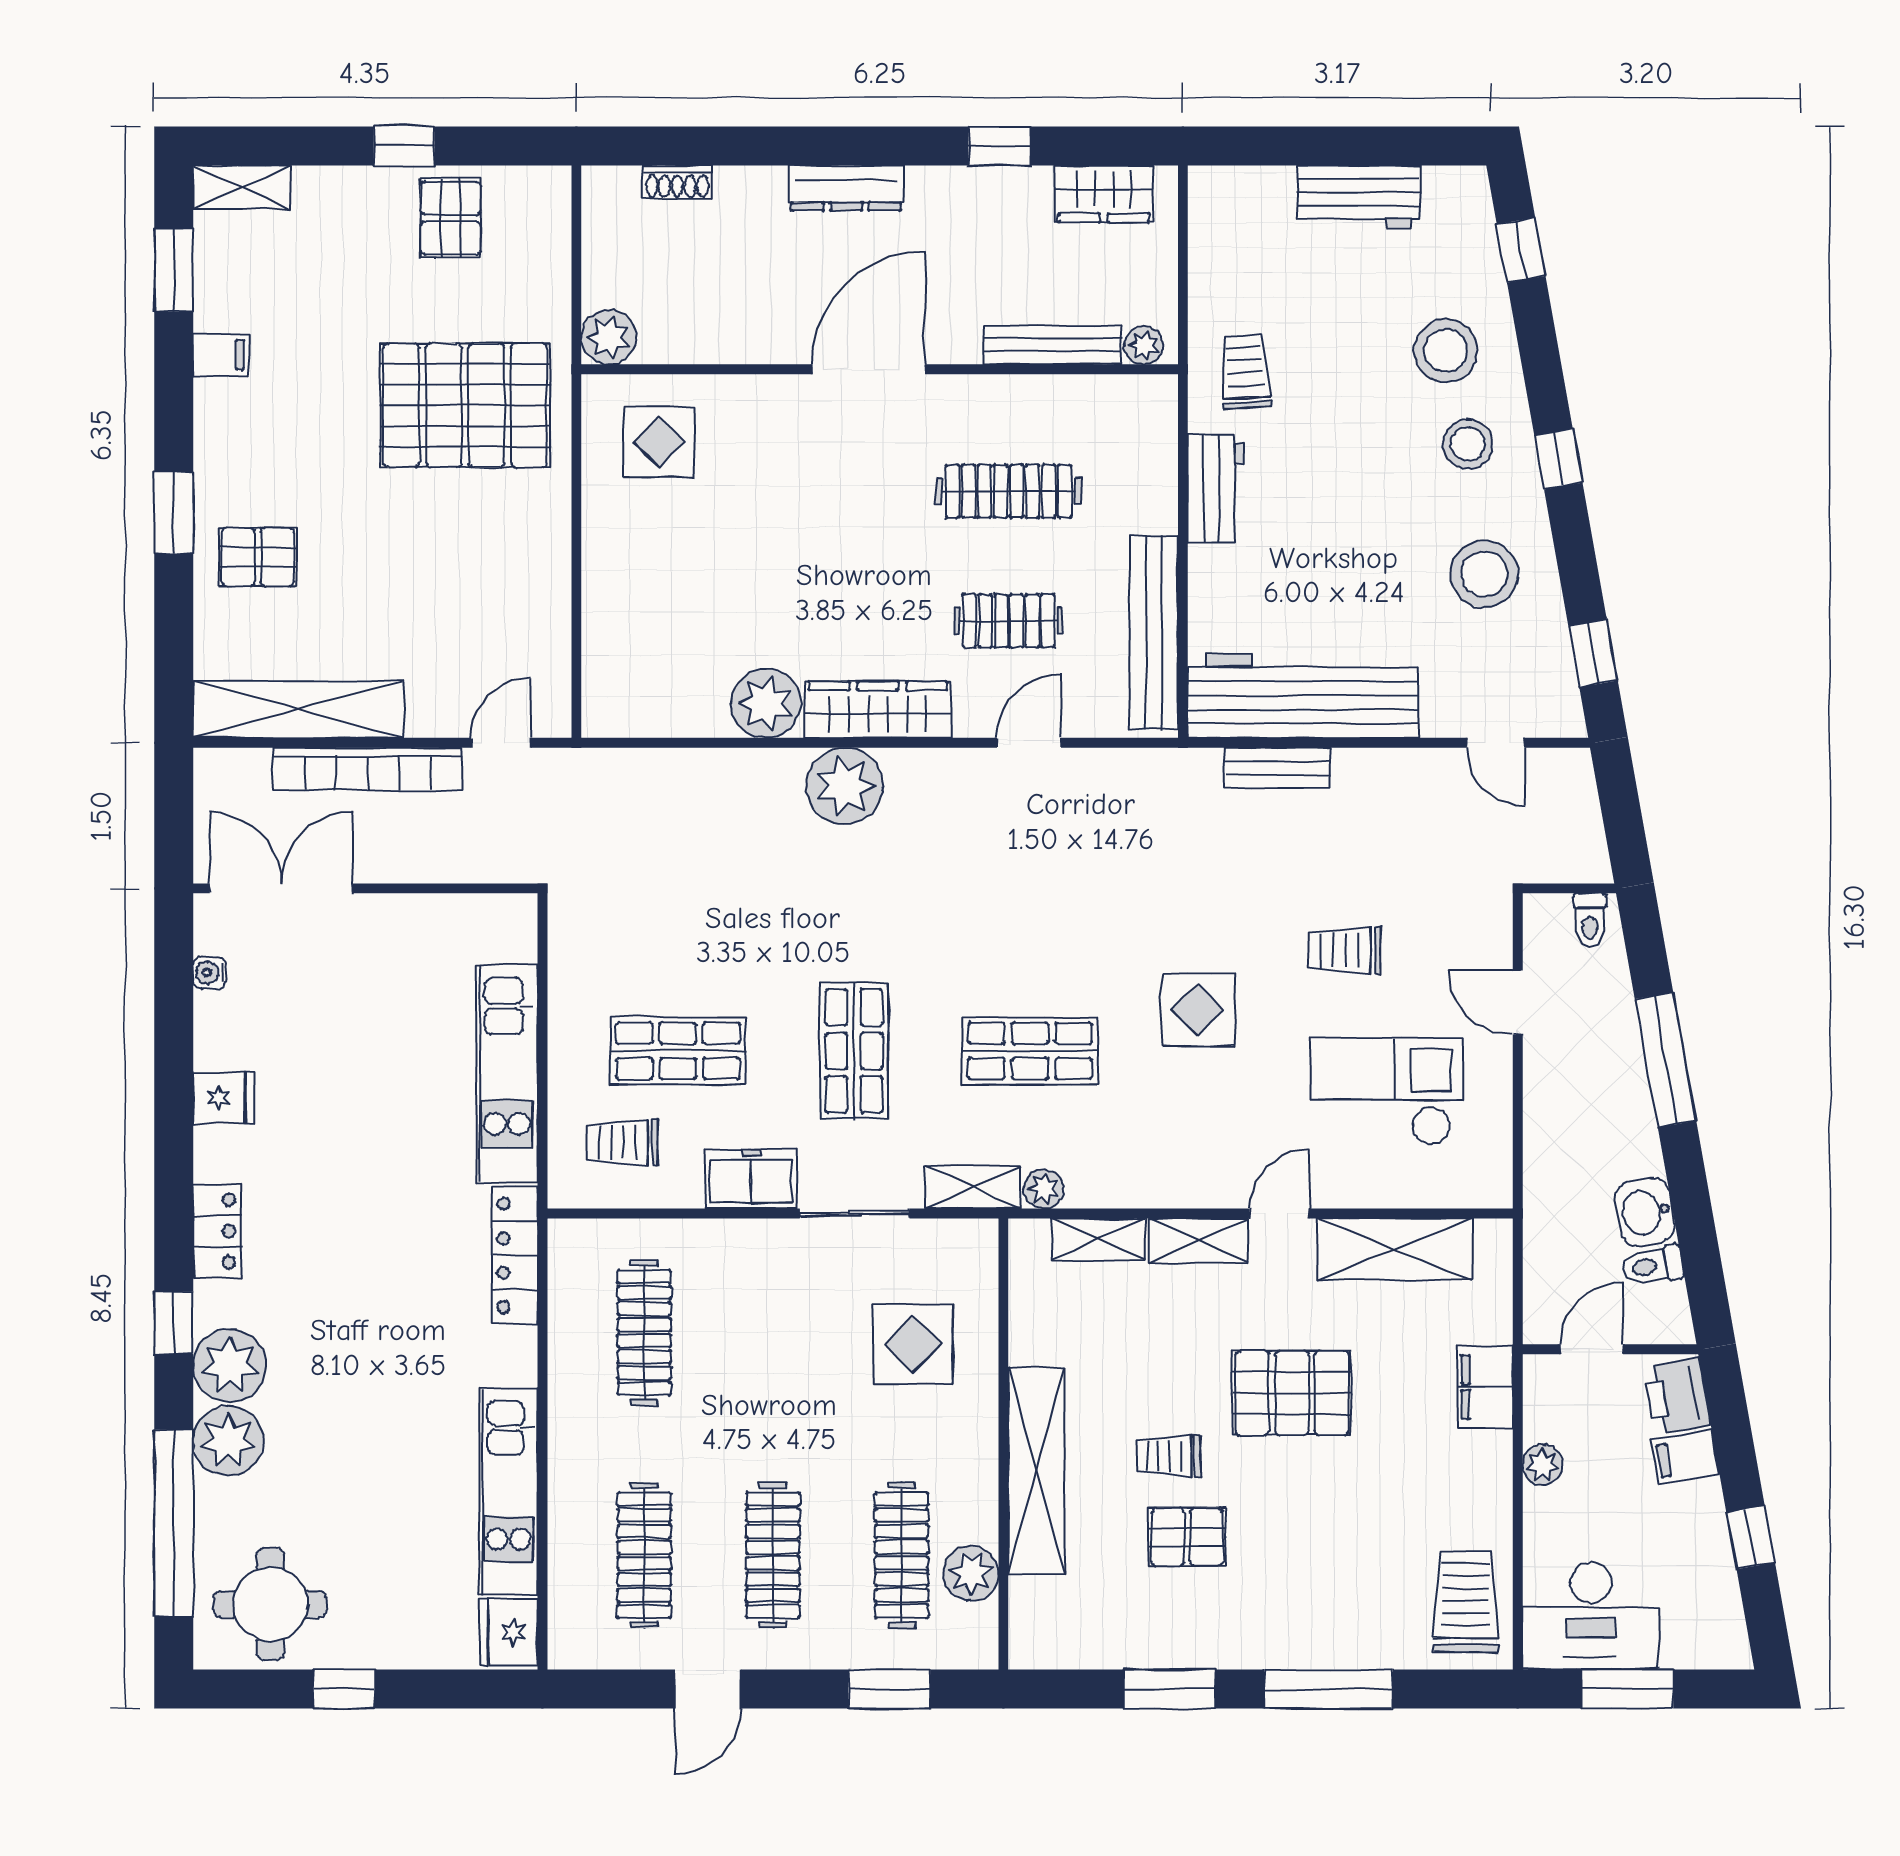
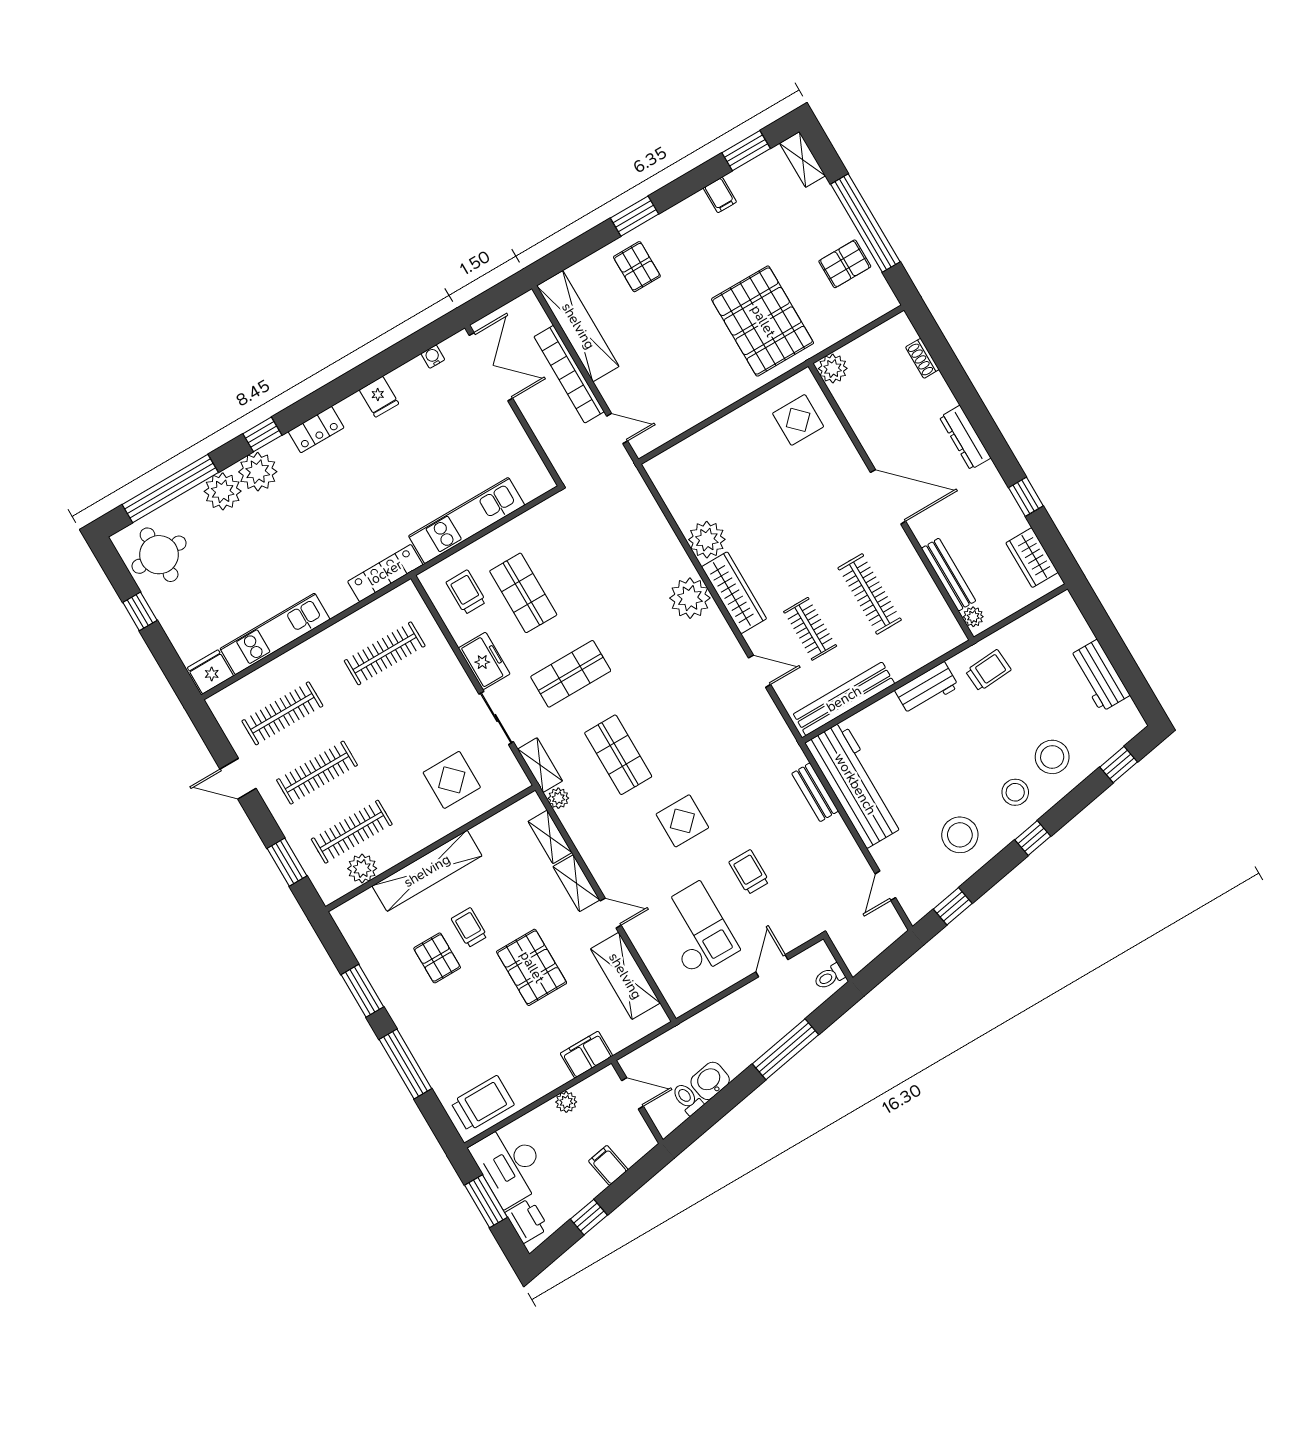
window: (404, 146) -> (865, 223), width x3.17
printer: (1677, 1396) -> (527, 1221), moved, turned 100

